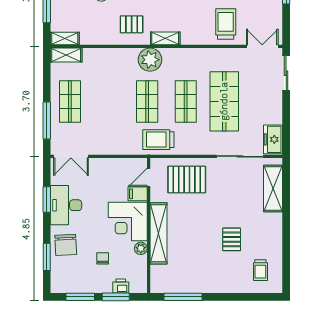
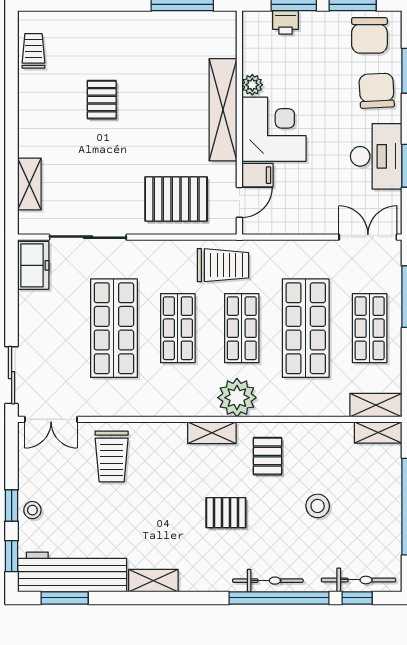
pallet: (132, 24) -> (267, 456), turned 90
shop shelf: (109, 101) -> (306, 328), added
shelving: (273, 189) -> (29, 184), width x0.67, depth x0.75
chair: (103, 258) -> (369, 35), moved, width x1.87, depth x1.87
trolley: (260, 270) -> (33, 51), moved

